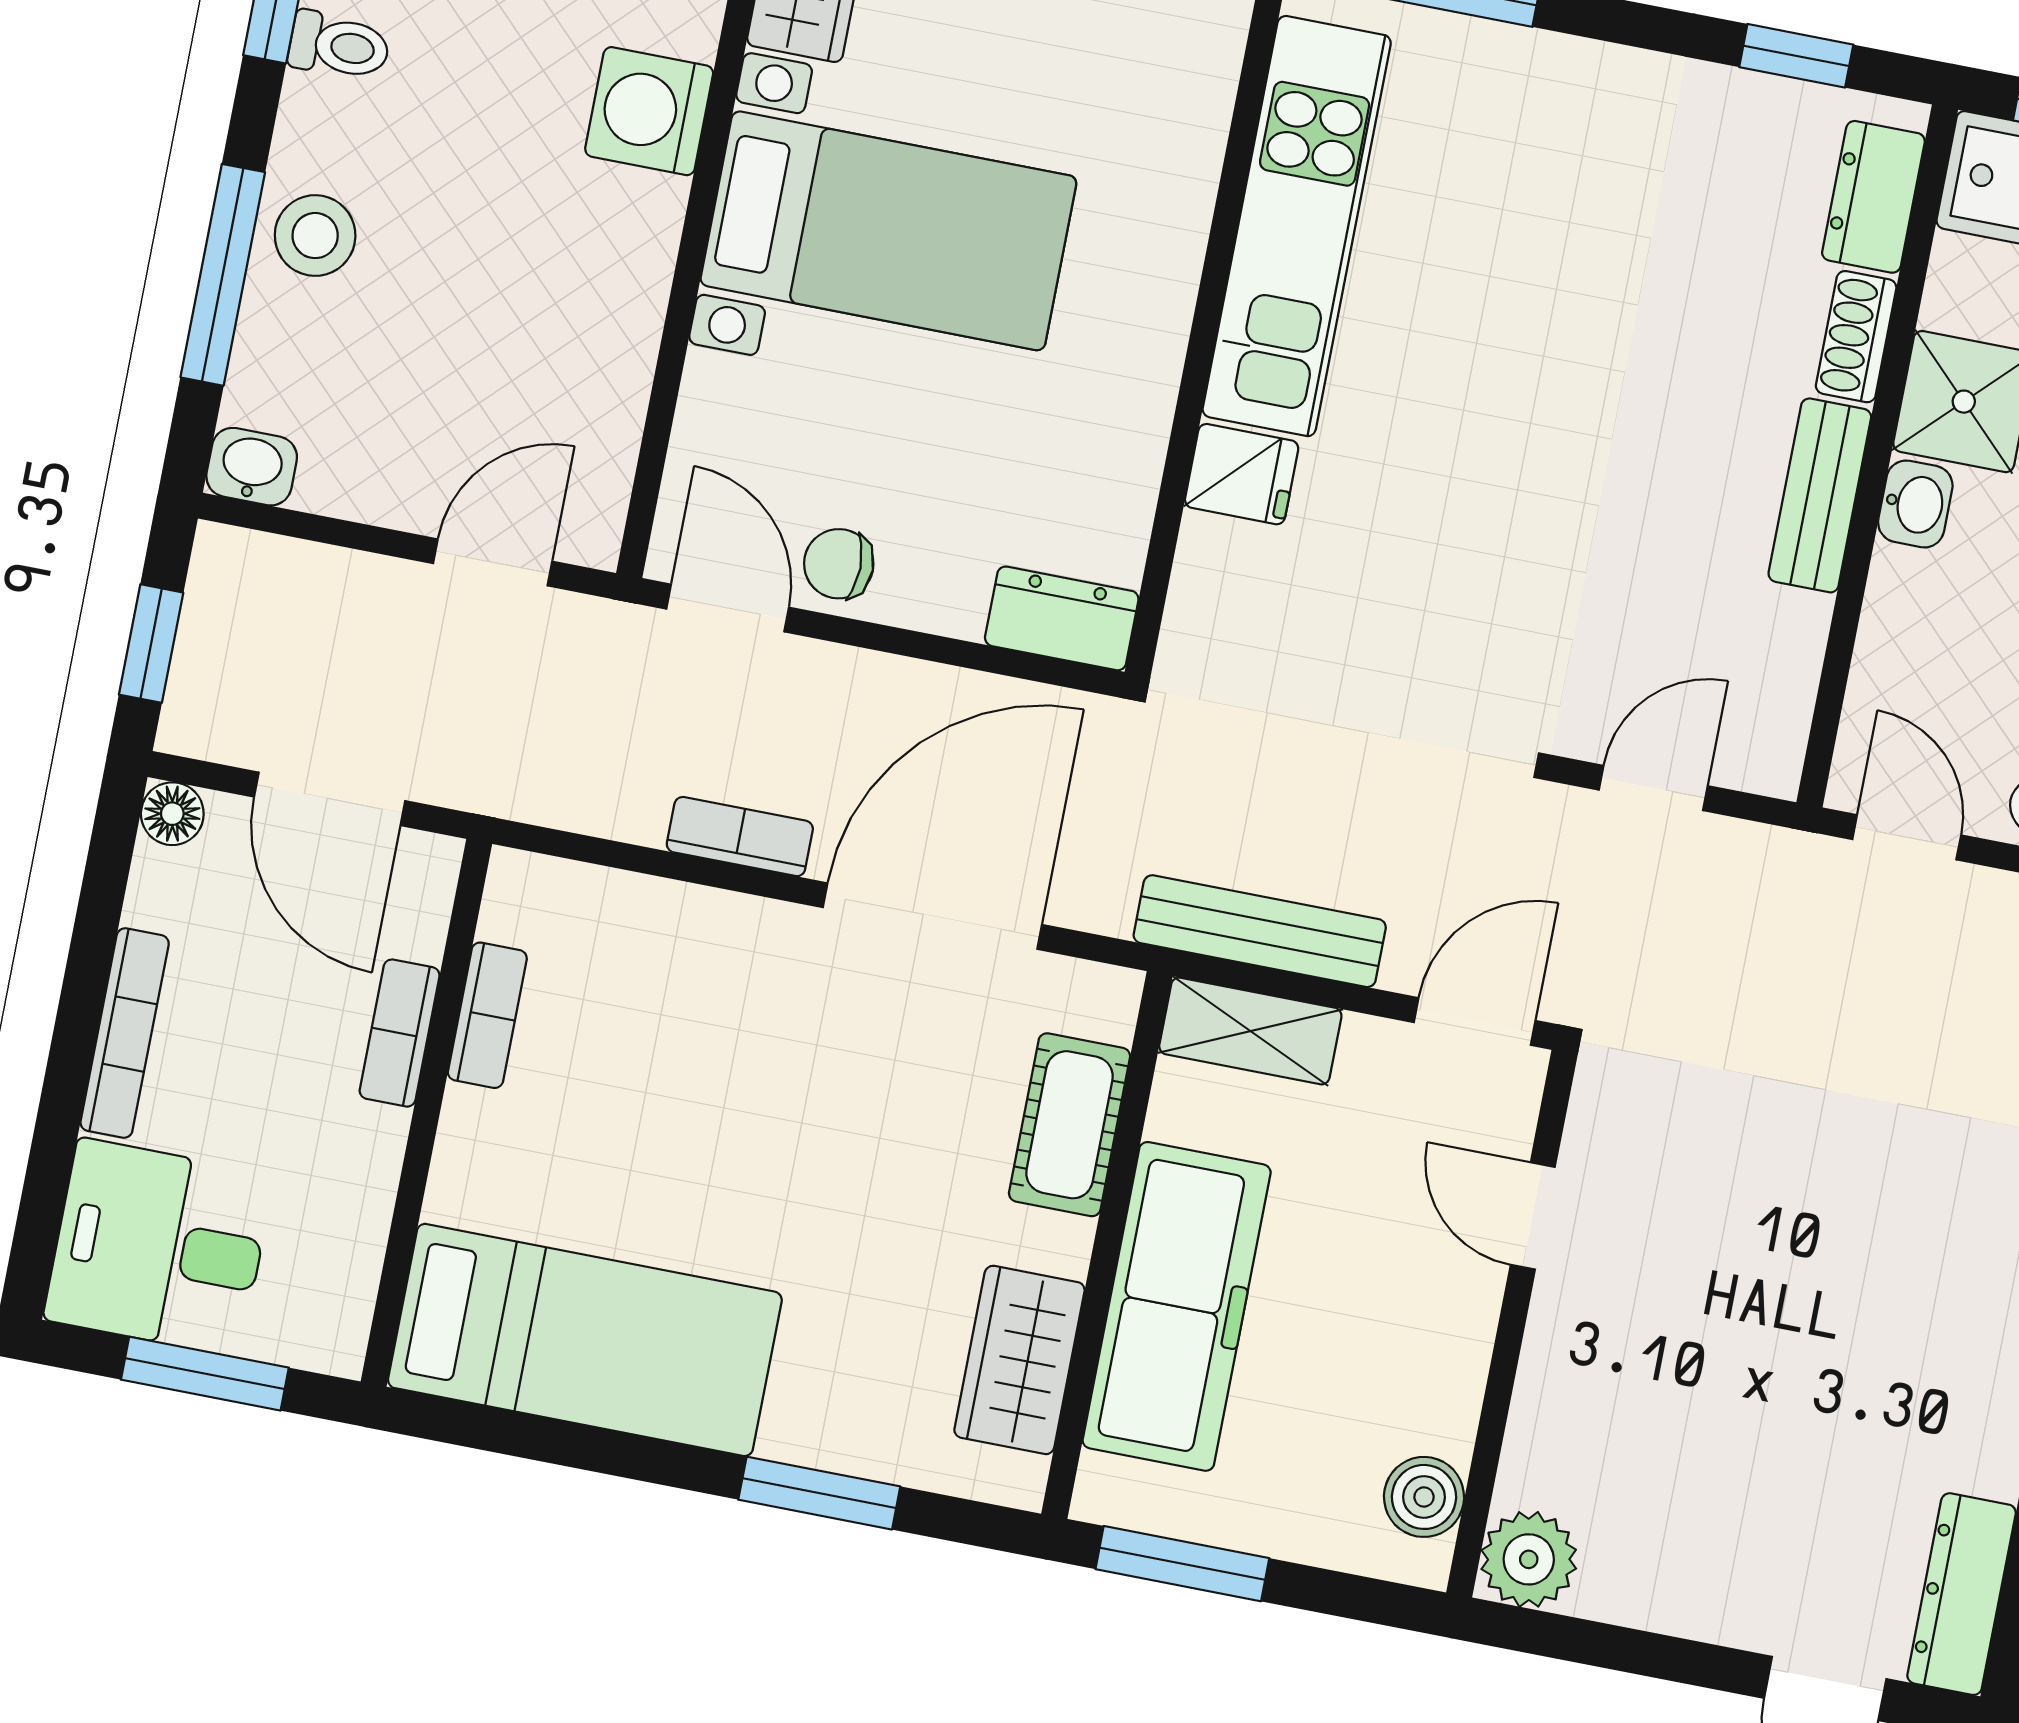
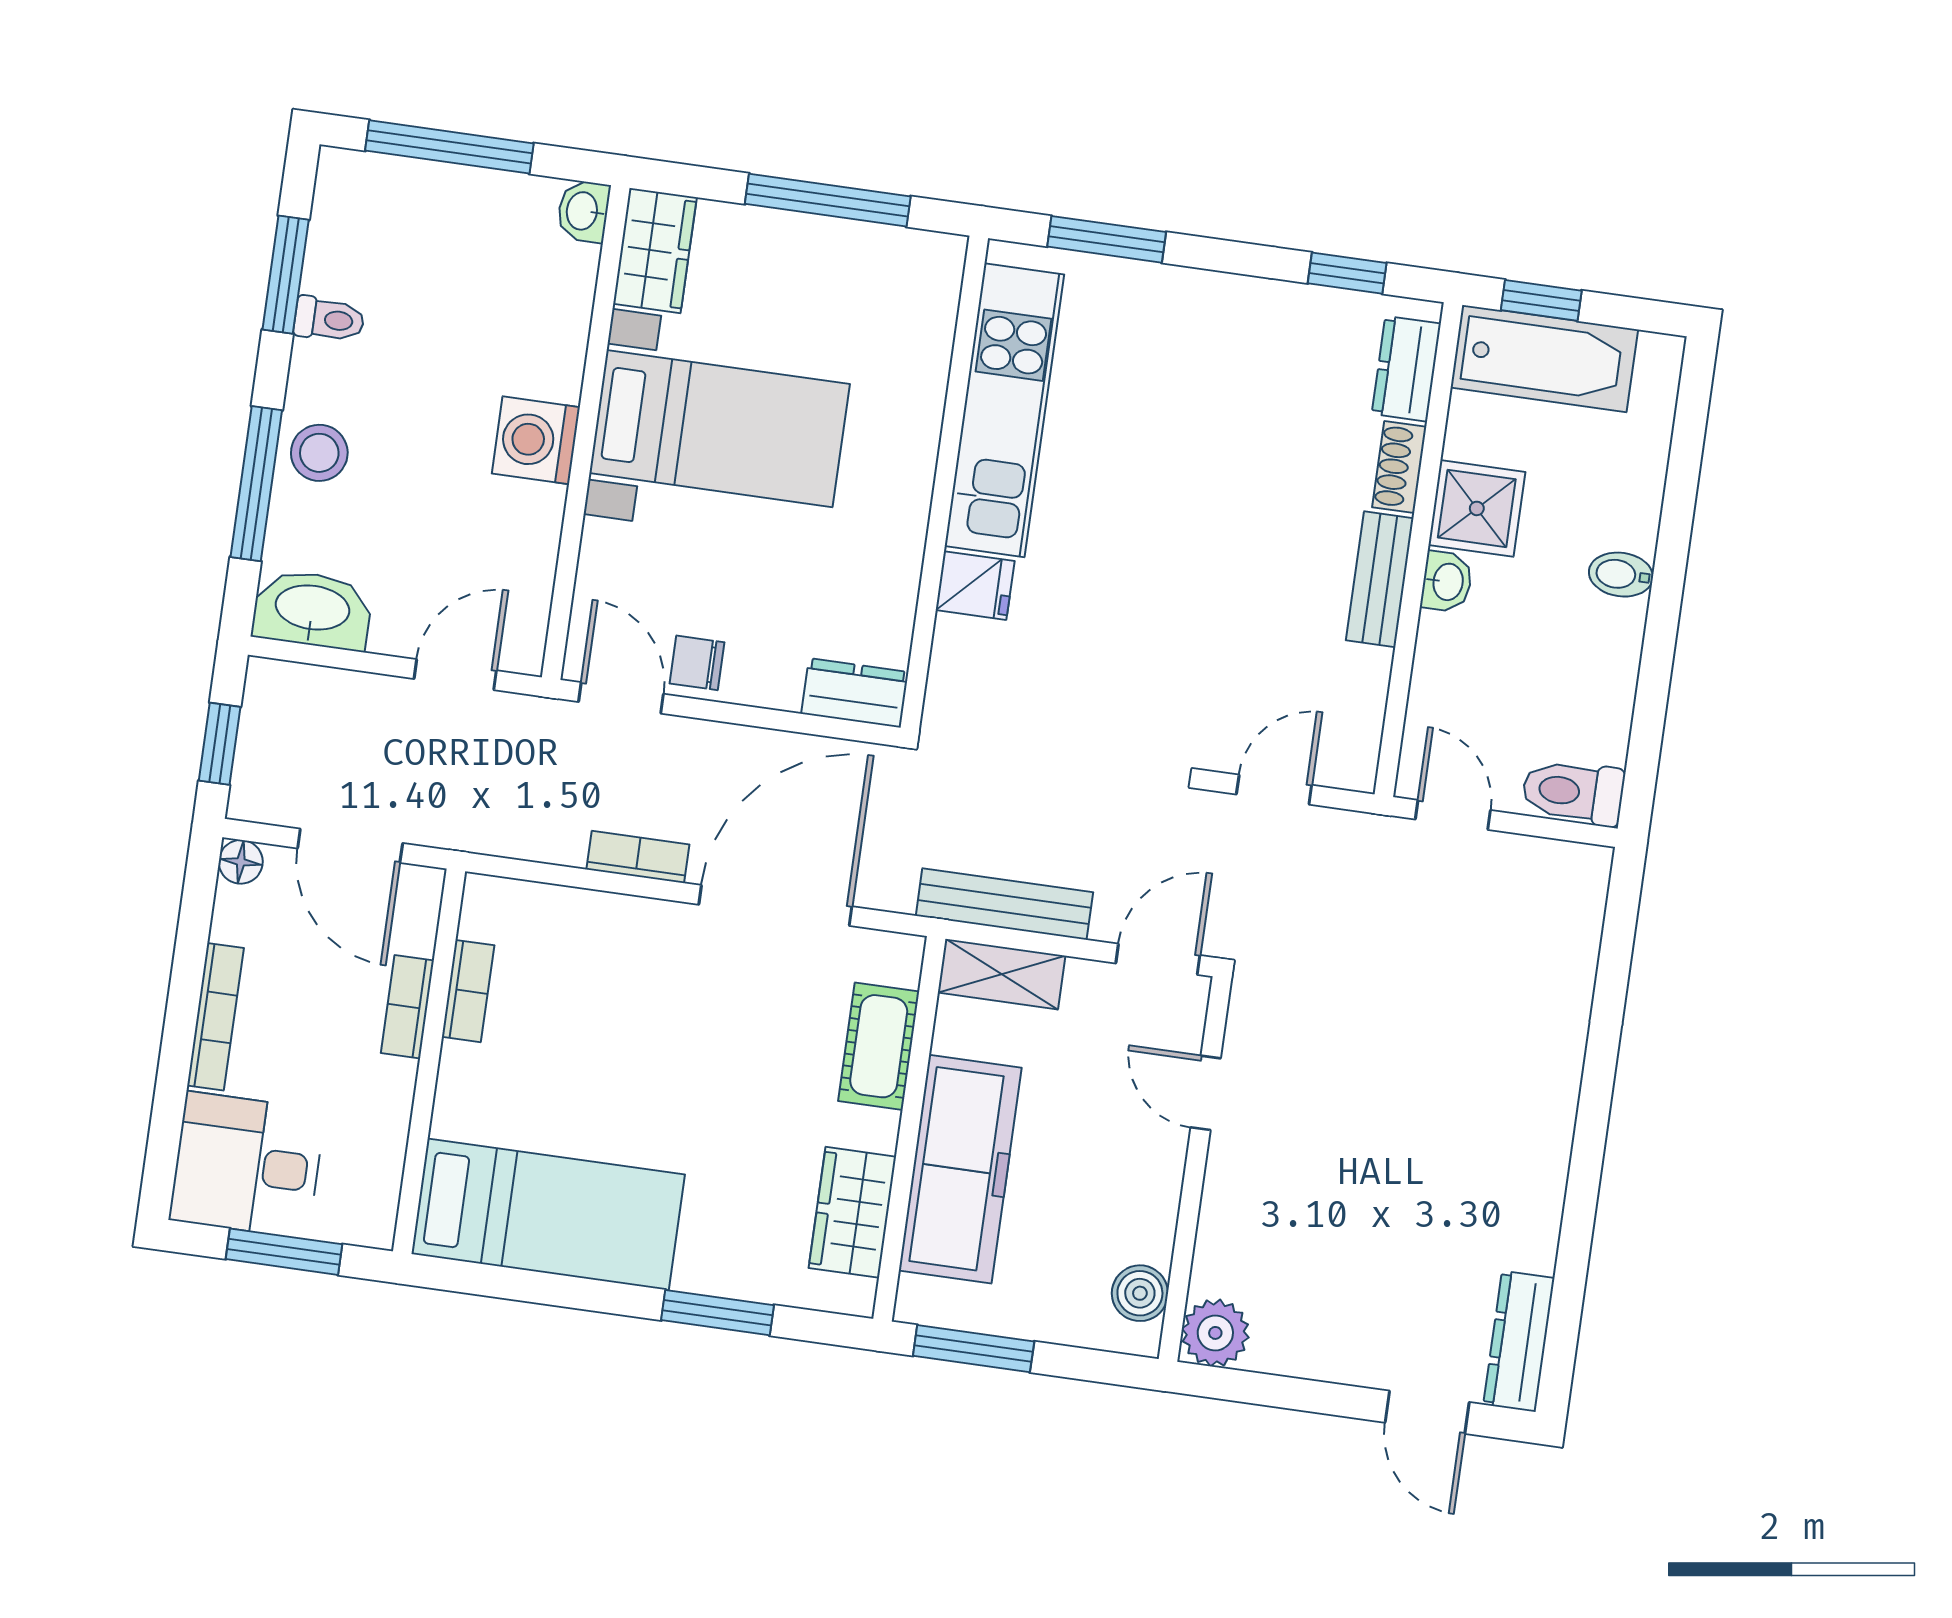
washing machine: (649, 111) -> (536, 440), moved
washbasin: (252, 467) -> (312, 610), width x1.91, depth x1.45

